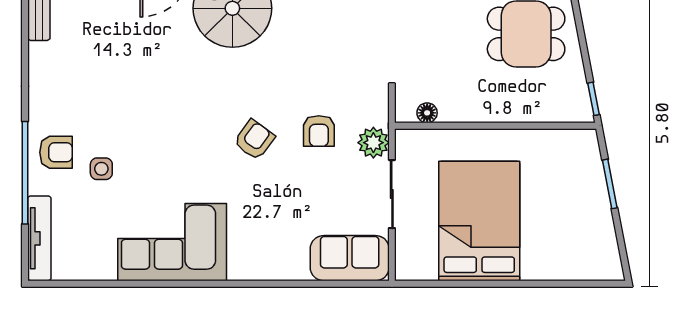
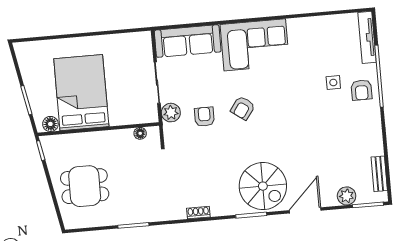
floor lamp: (574, 141) -> (50, 124), added
armchair: (56, 152) -> (362, 90), turned -90
bed: (479, 221) -> (81, 93), moved, turned 180
corner sofa: (172, 242) -> (255, 45), moved
sofa: (350, 258) -> (188, 41), width x1.36

